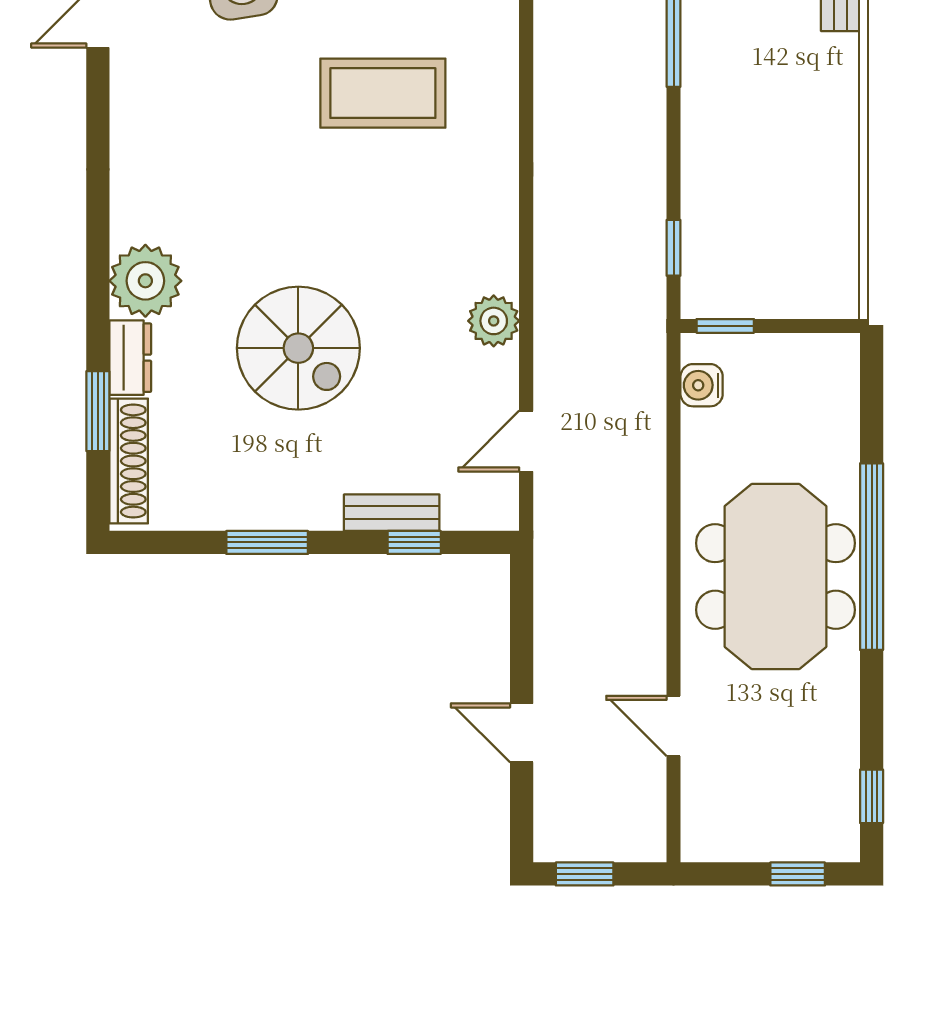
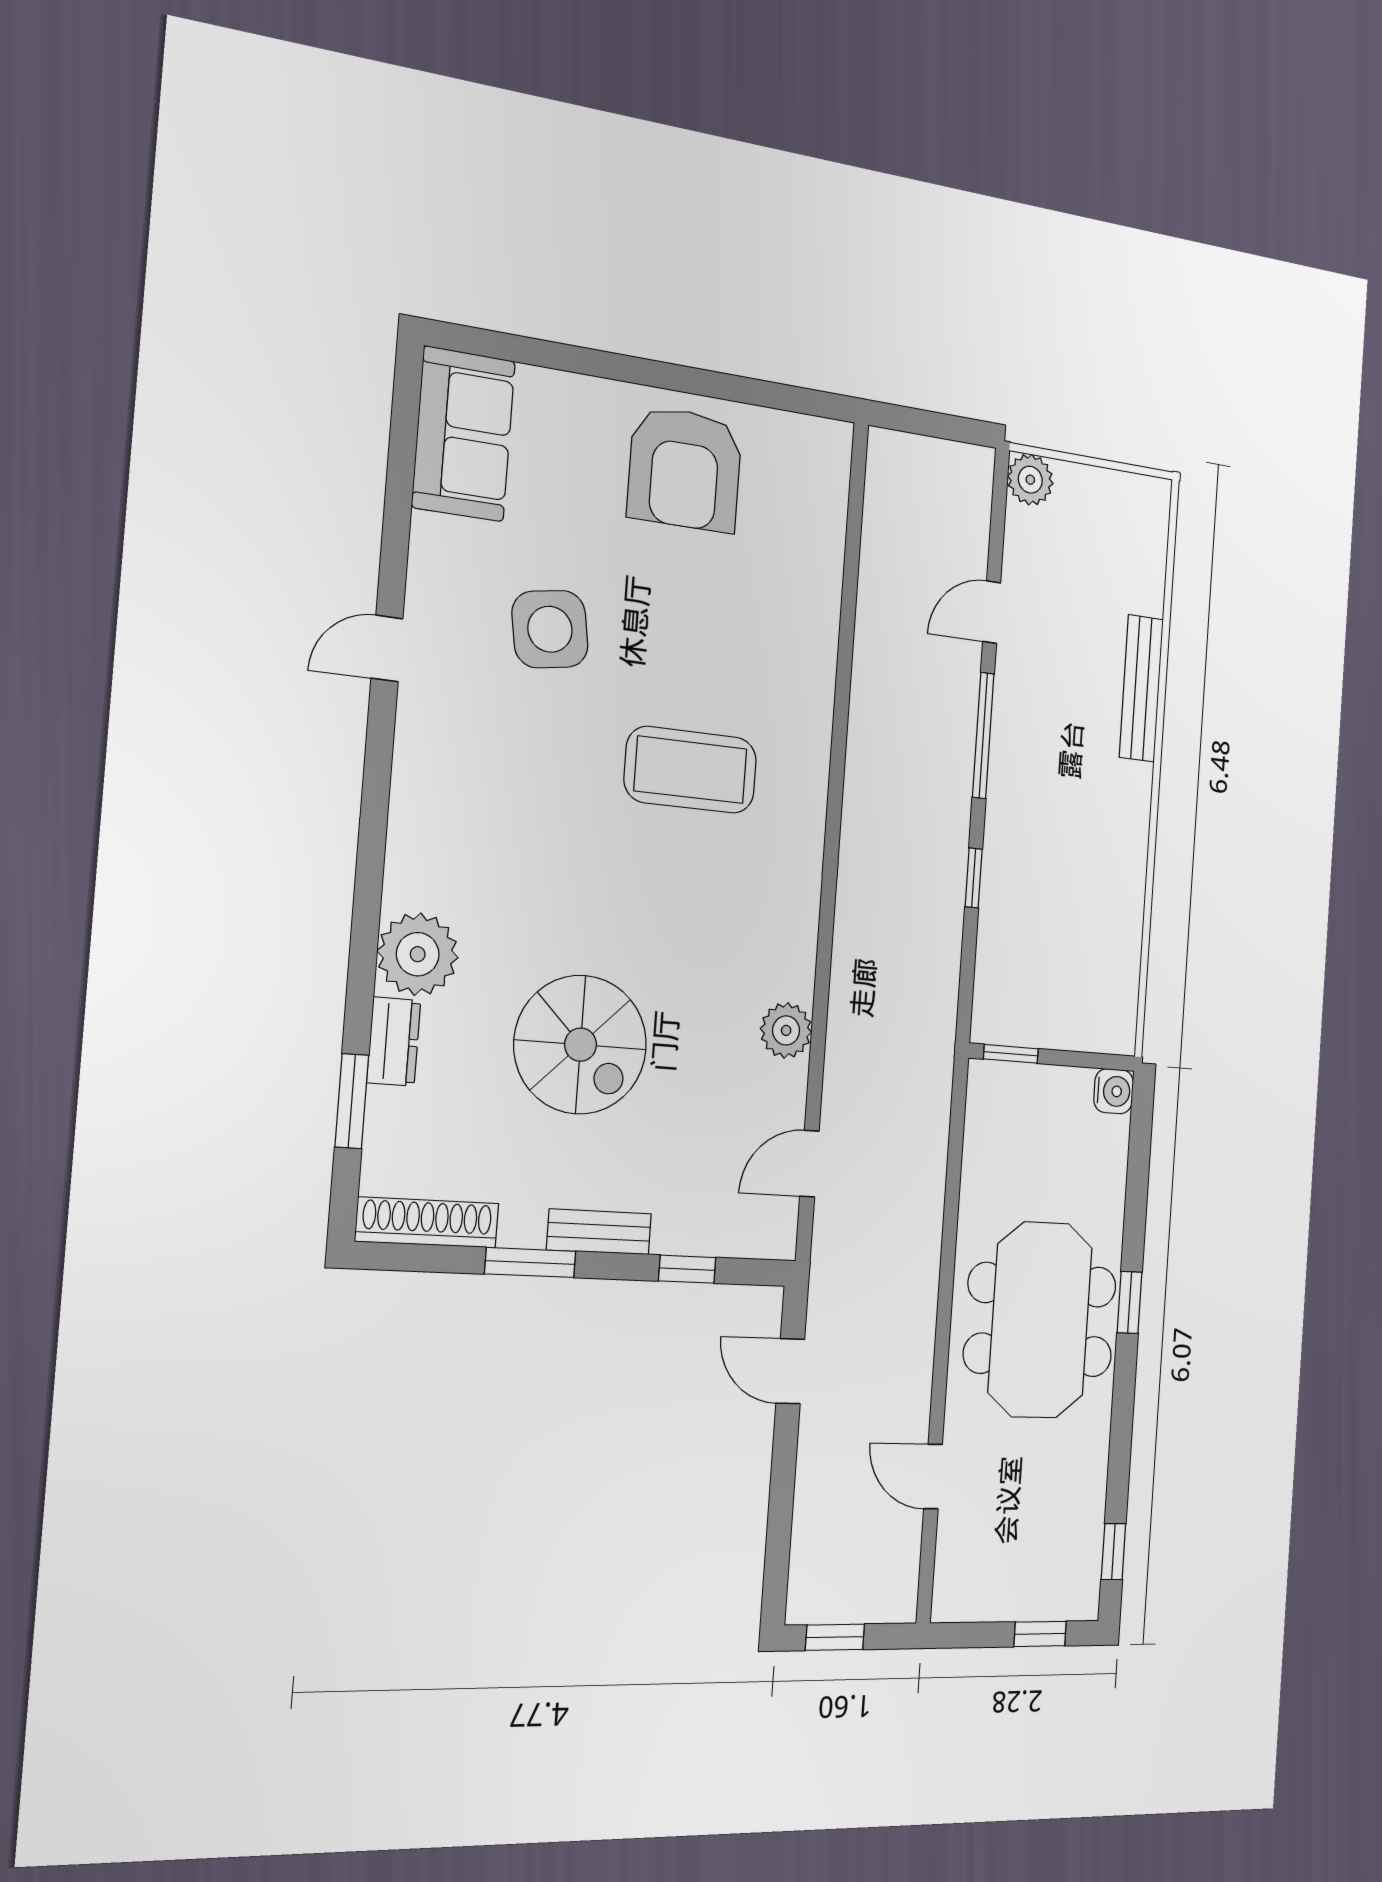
window: (674, 248) -> (974, 878), moved
water cooler: (702, 385) -> (1114, 1091), moved, turned 180
shoe rack: (129, 461) -> (427, 1222), moved, turned -90
bench: (392, 513) -> (599, 1232), moved
window: (872, 557) -> (1130, 1302), width x0.32
door: (522, 733) -> (790, 1371), moved

